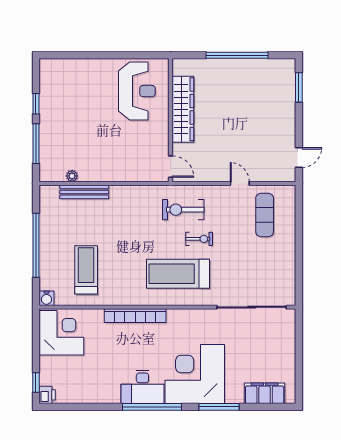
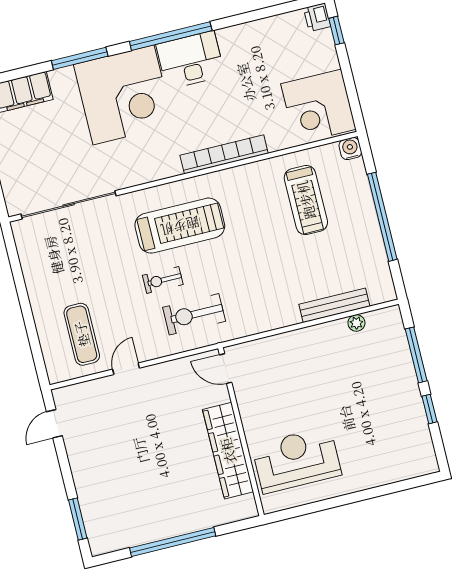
reception desk: (137, 91) -> (297, 460), turned 90
door: (240, 184) -> (126, 369), swing flipped
exercise bike: (183, 210) -> (194, 314), turned 180

